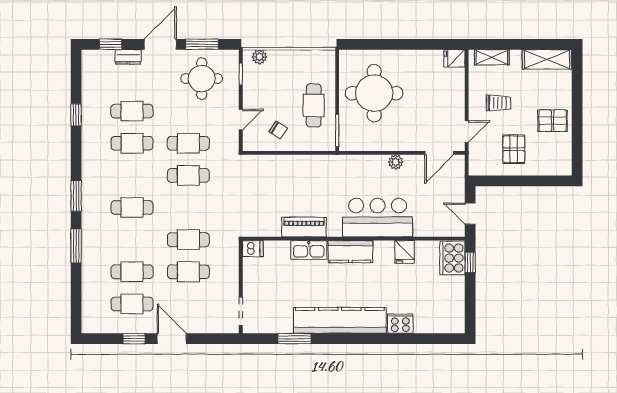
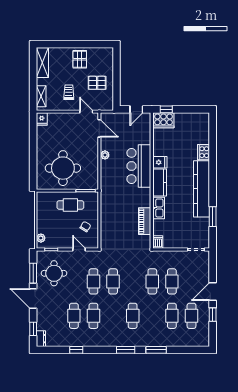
dresser: (128, 57) -> (41, 339), moved
piano: (304, 227) -> (145, 221), moved
fridge: (405, 252) -> (160, 162), moved

